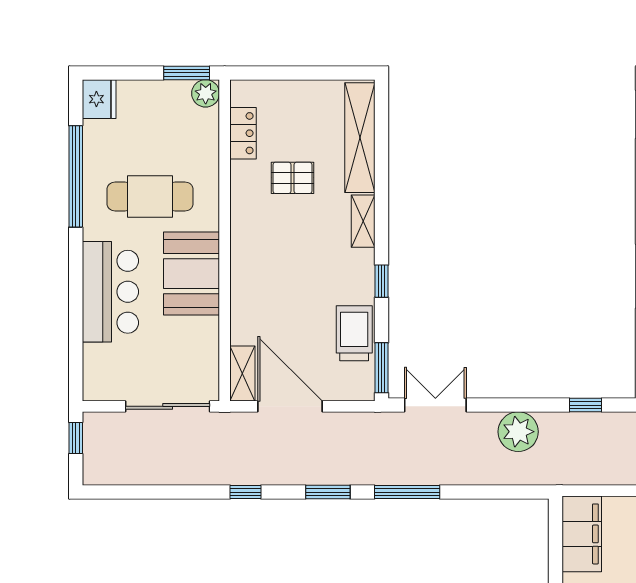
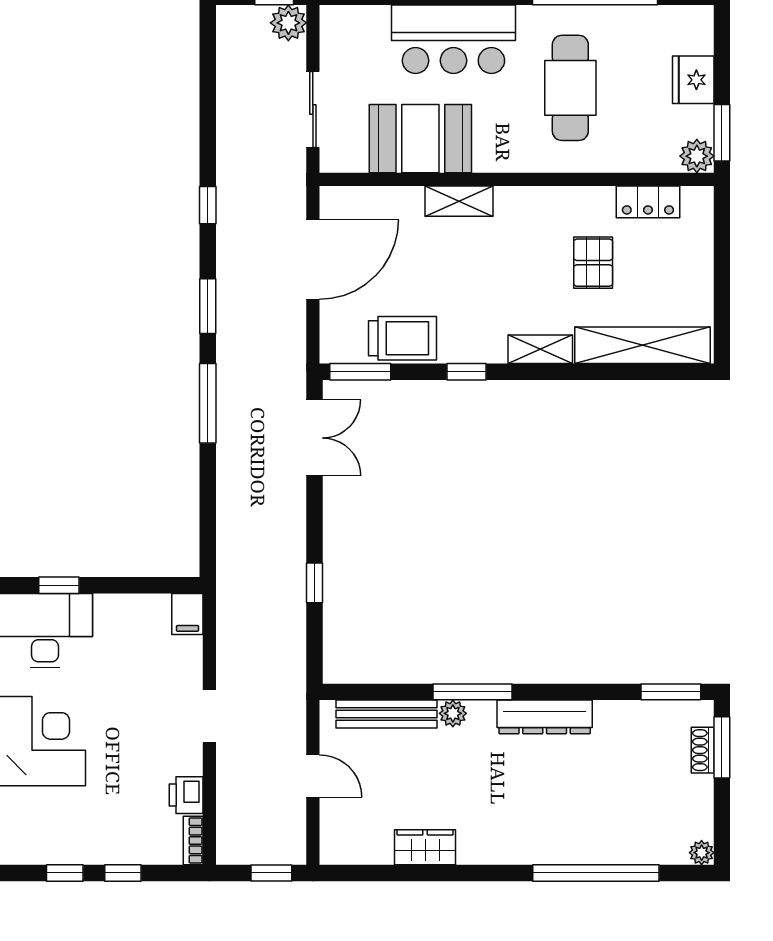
fridge: (99, 99) -> (693, 80), moved, turned 90
booth: (191, 274) -> (420, 139), moved
shelving: (242, 373) -> (459, 201), moved
window: (586, 405) -> (314, 583), moved
sliding door: (168, 406) -> (313, 110), width x0.73
plant: (518, 432) -> (288, 23), moved, width x0.73, depth x0.73
filing cabinet: (582, 534) -> (187, 614), width x0.33, depth x0.86

